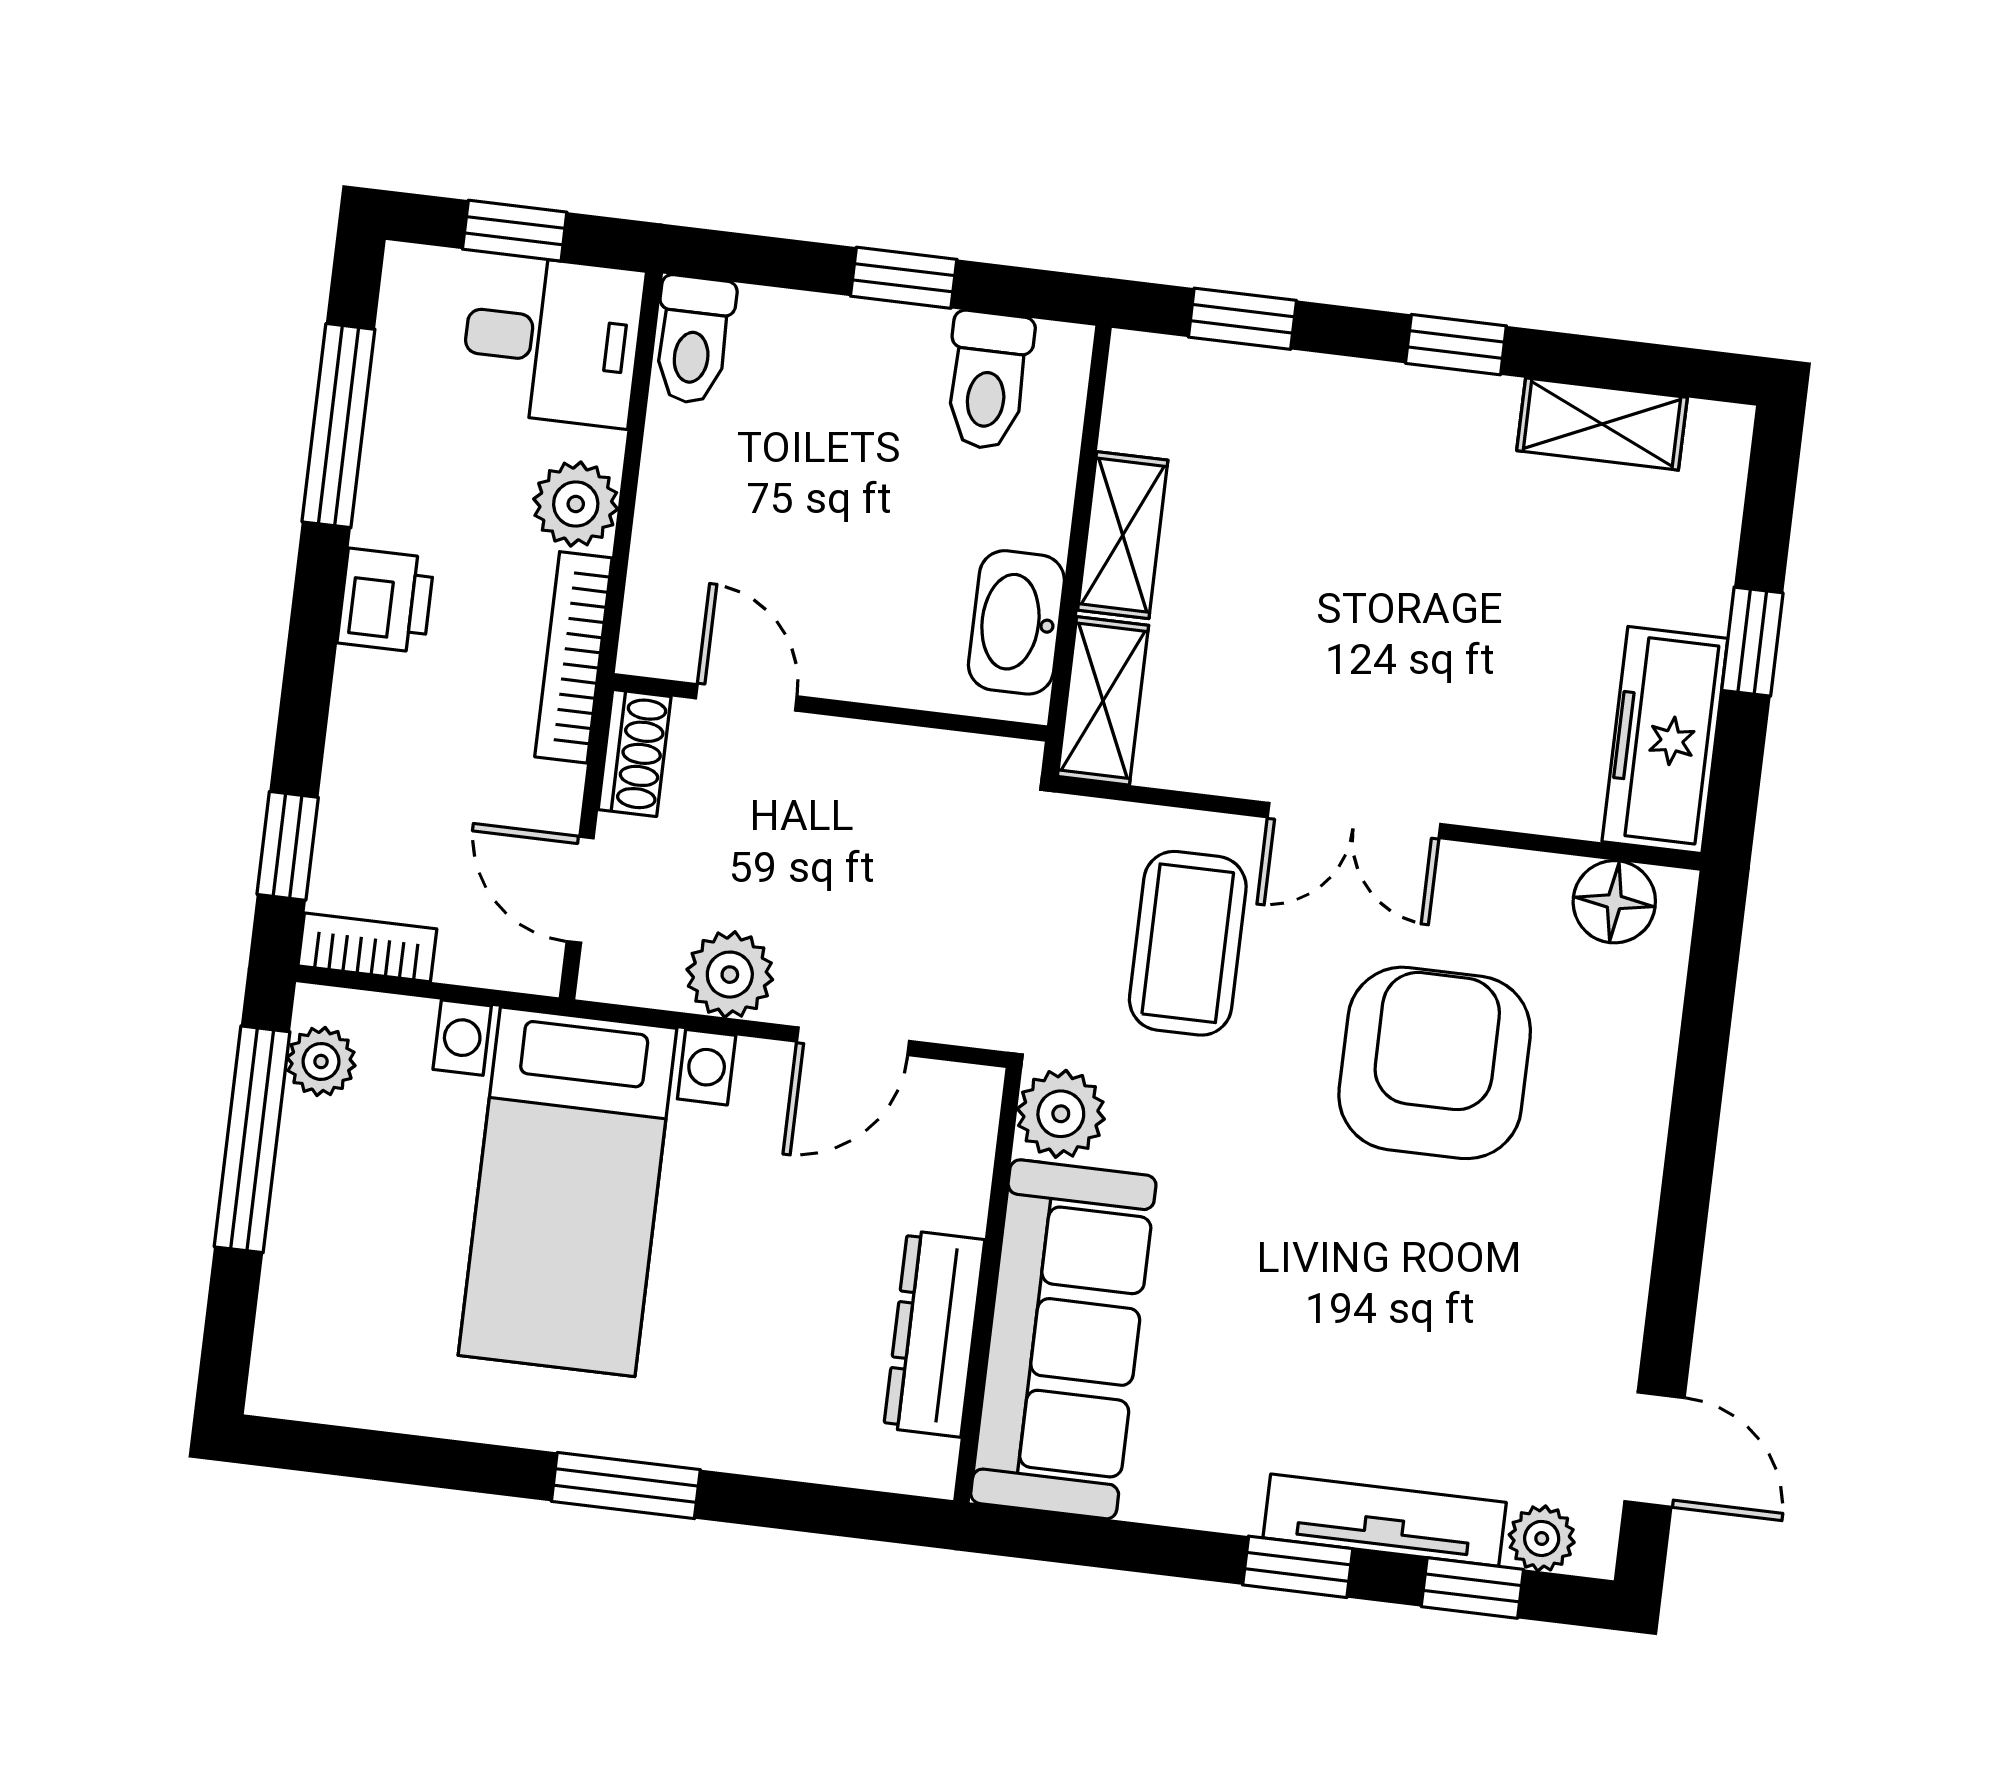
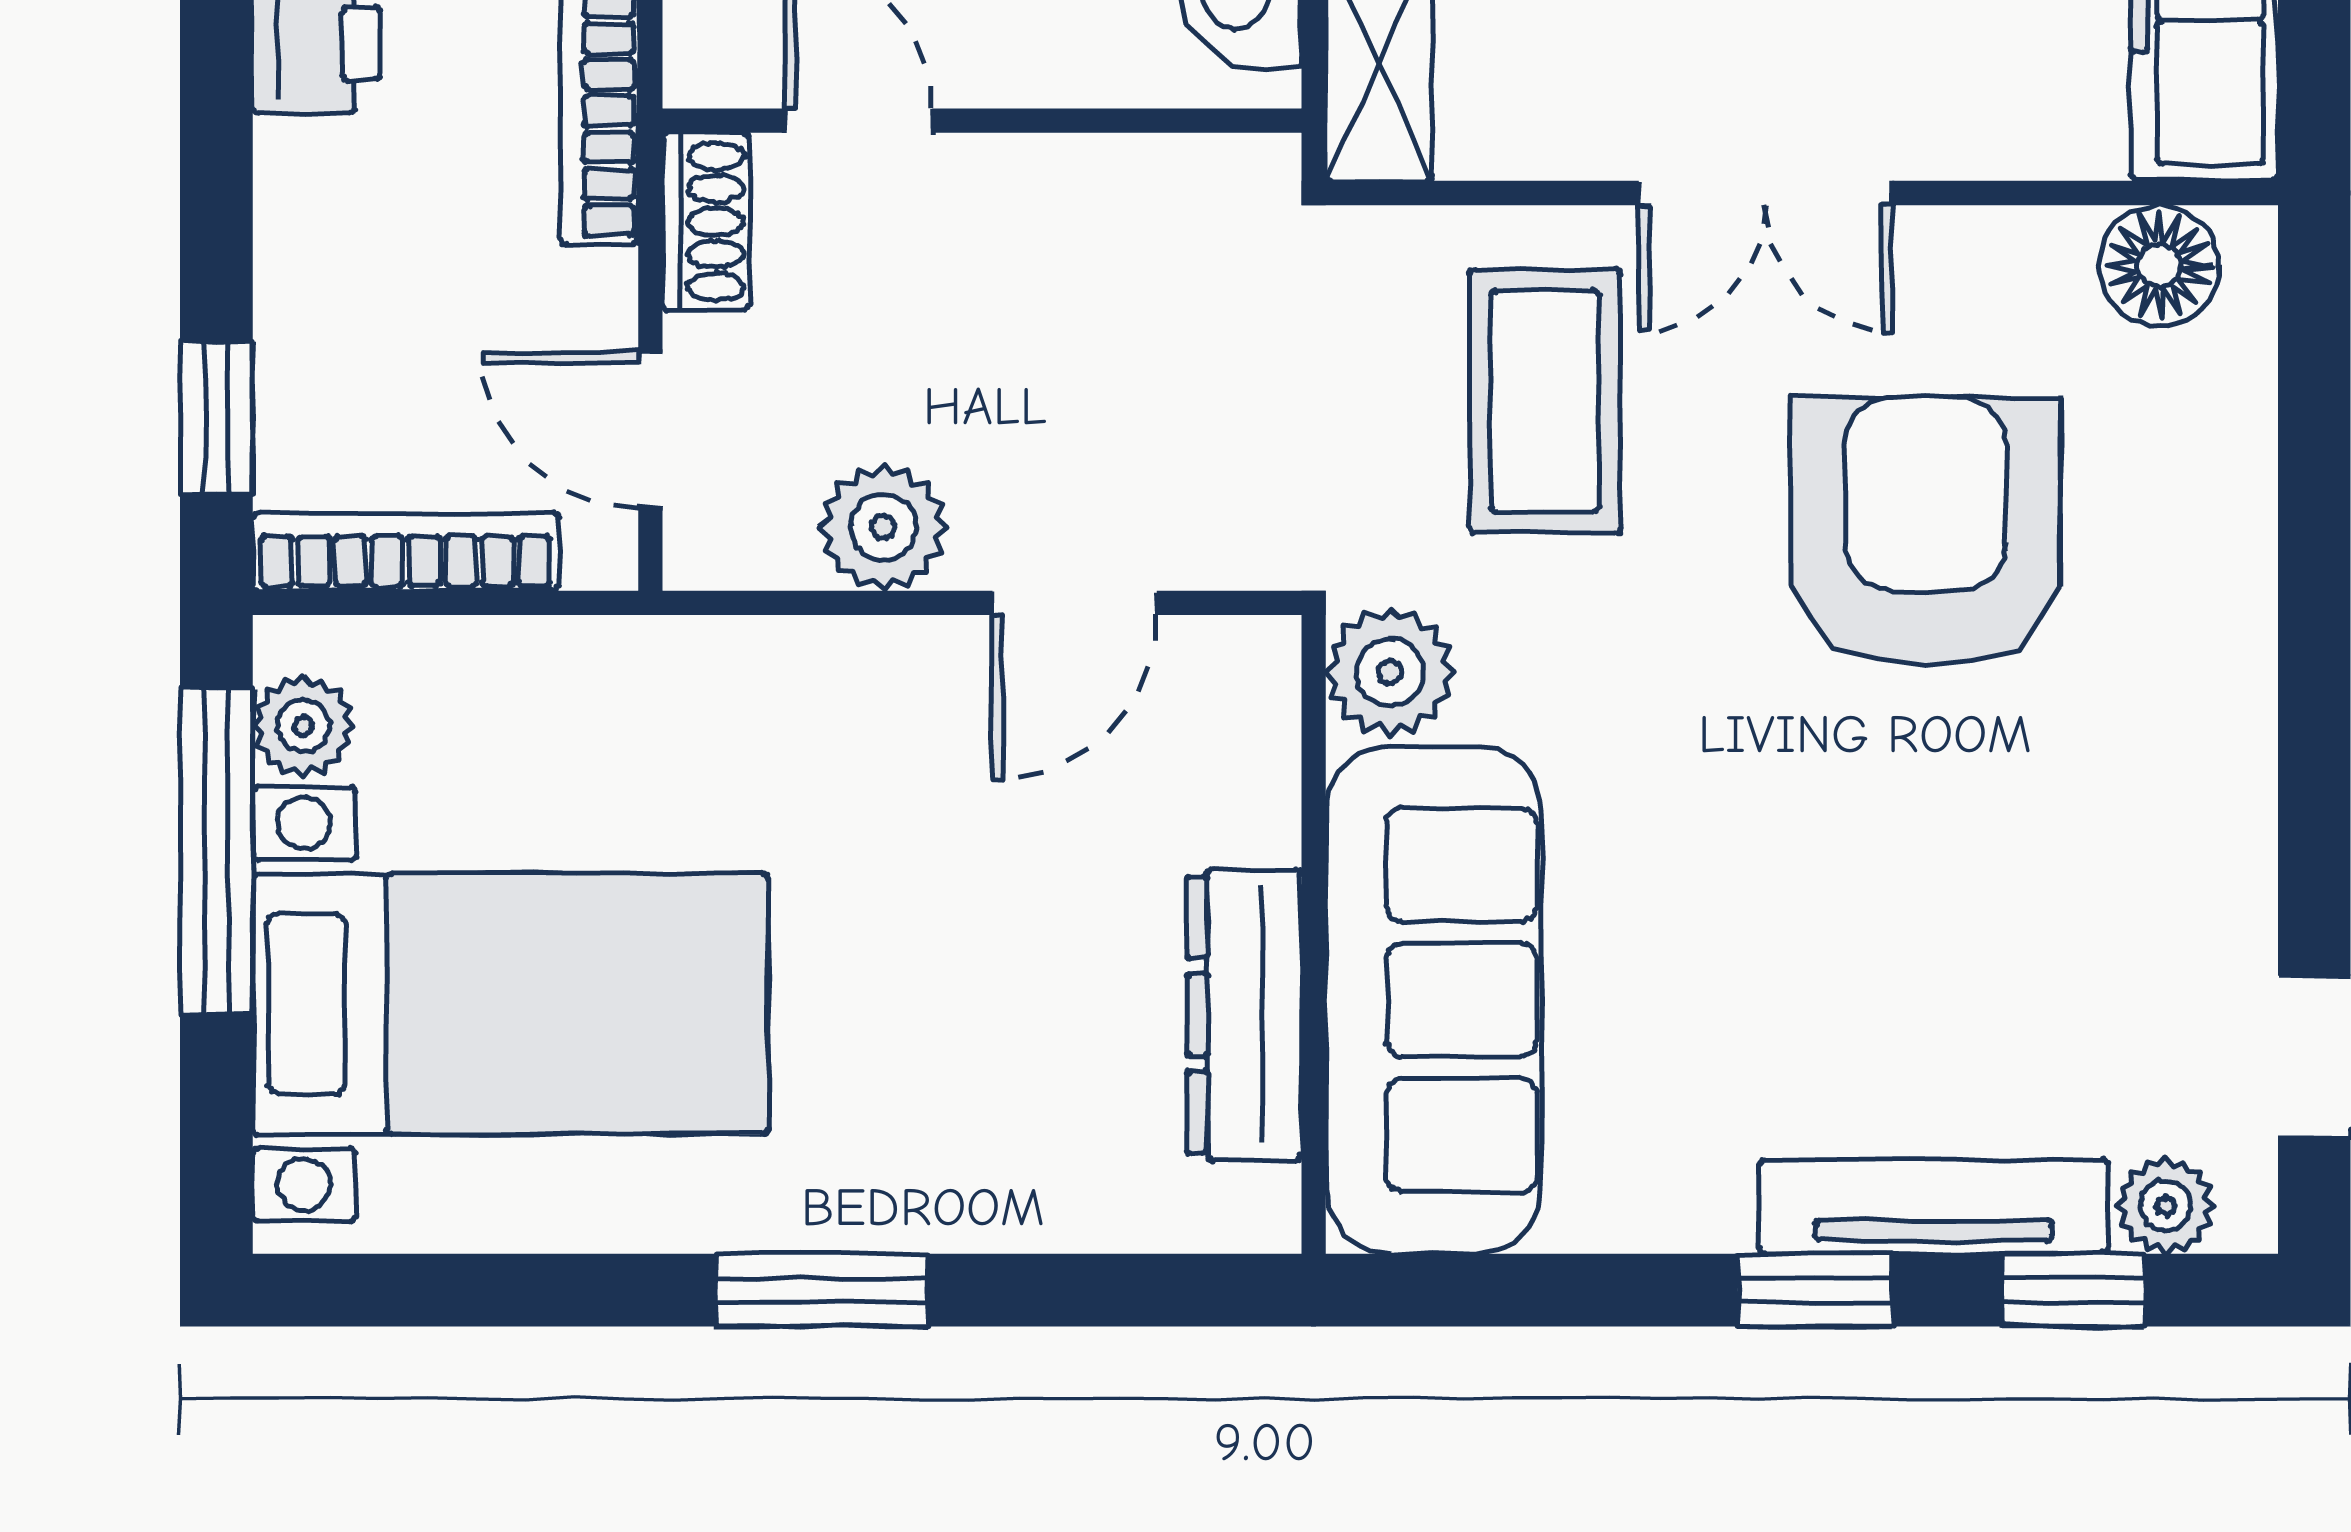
bookcase: (367, 947) -> (406, 552), width x1.56
bed with nightstands: (568, 1192) -> (510, 1004), moved, turned -90

